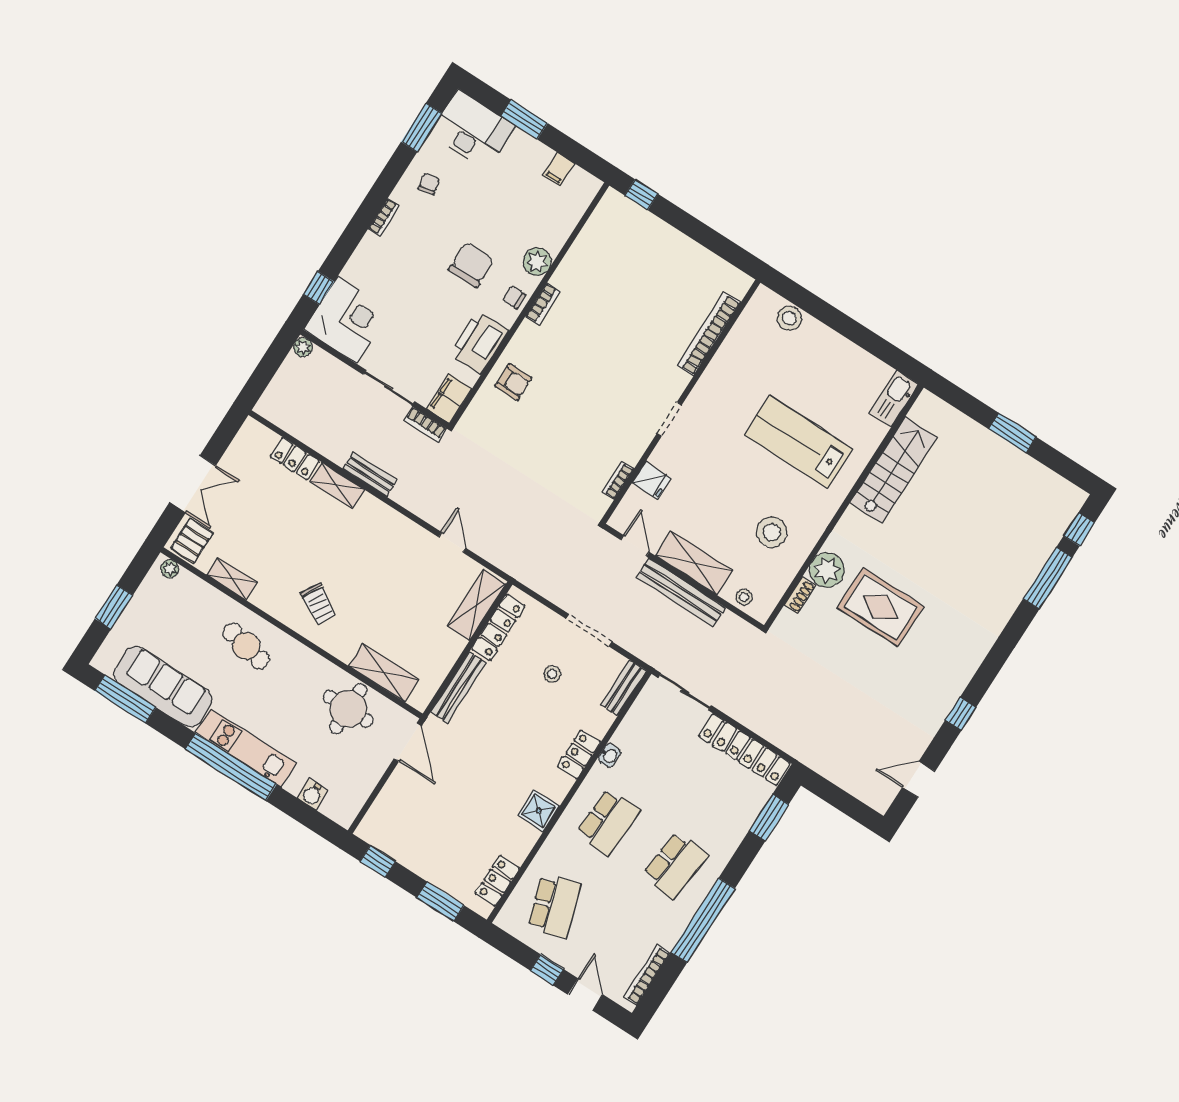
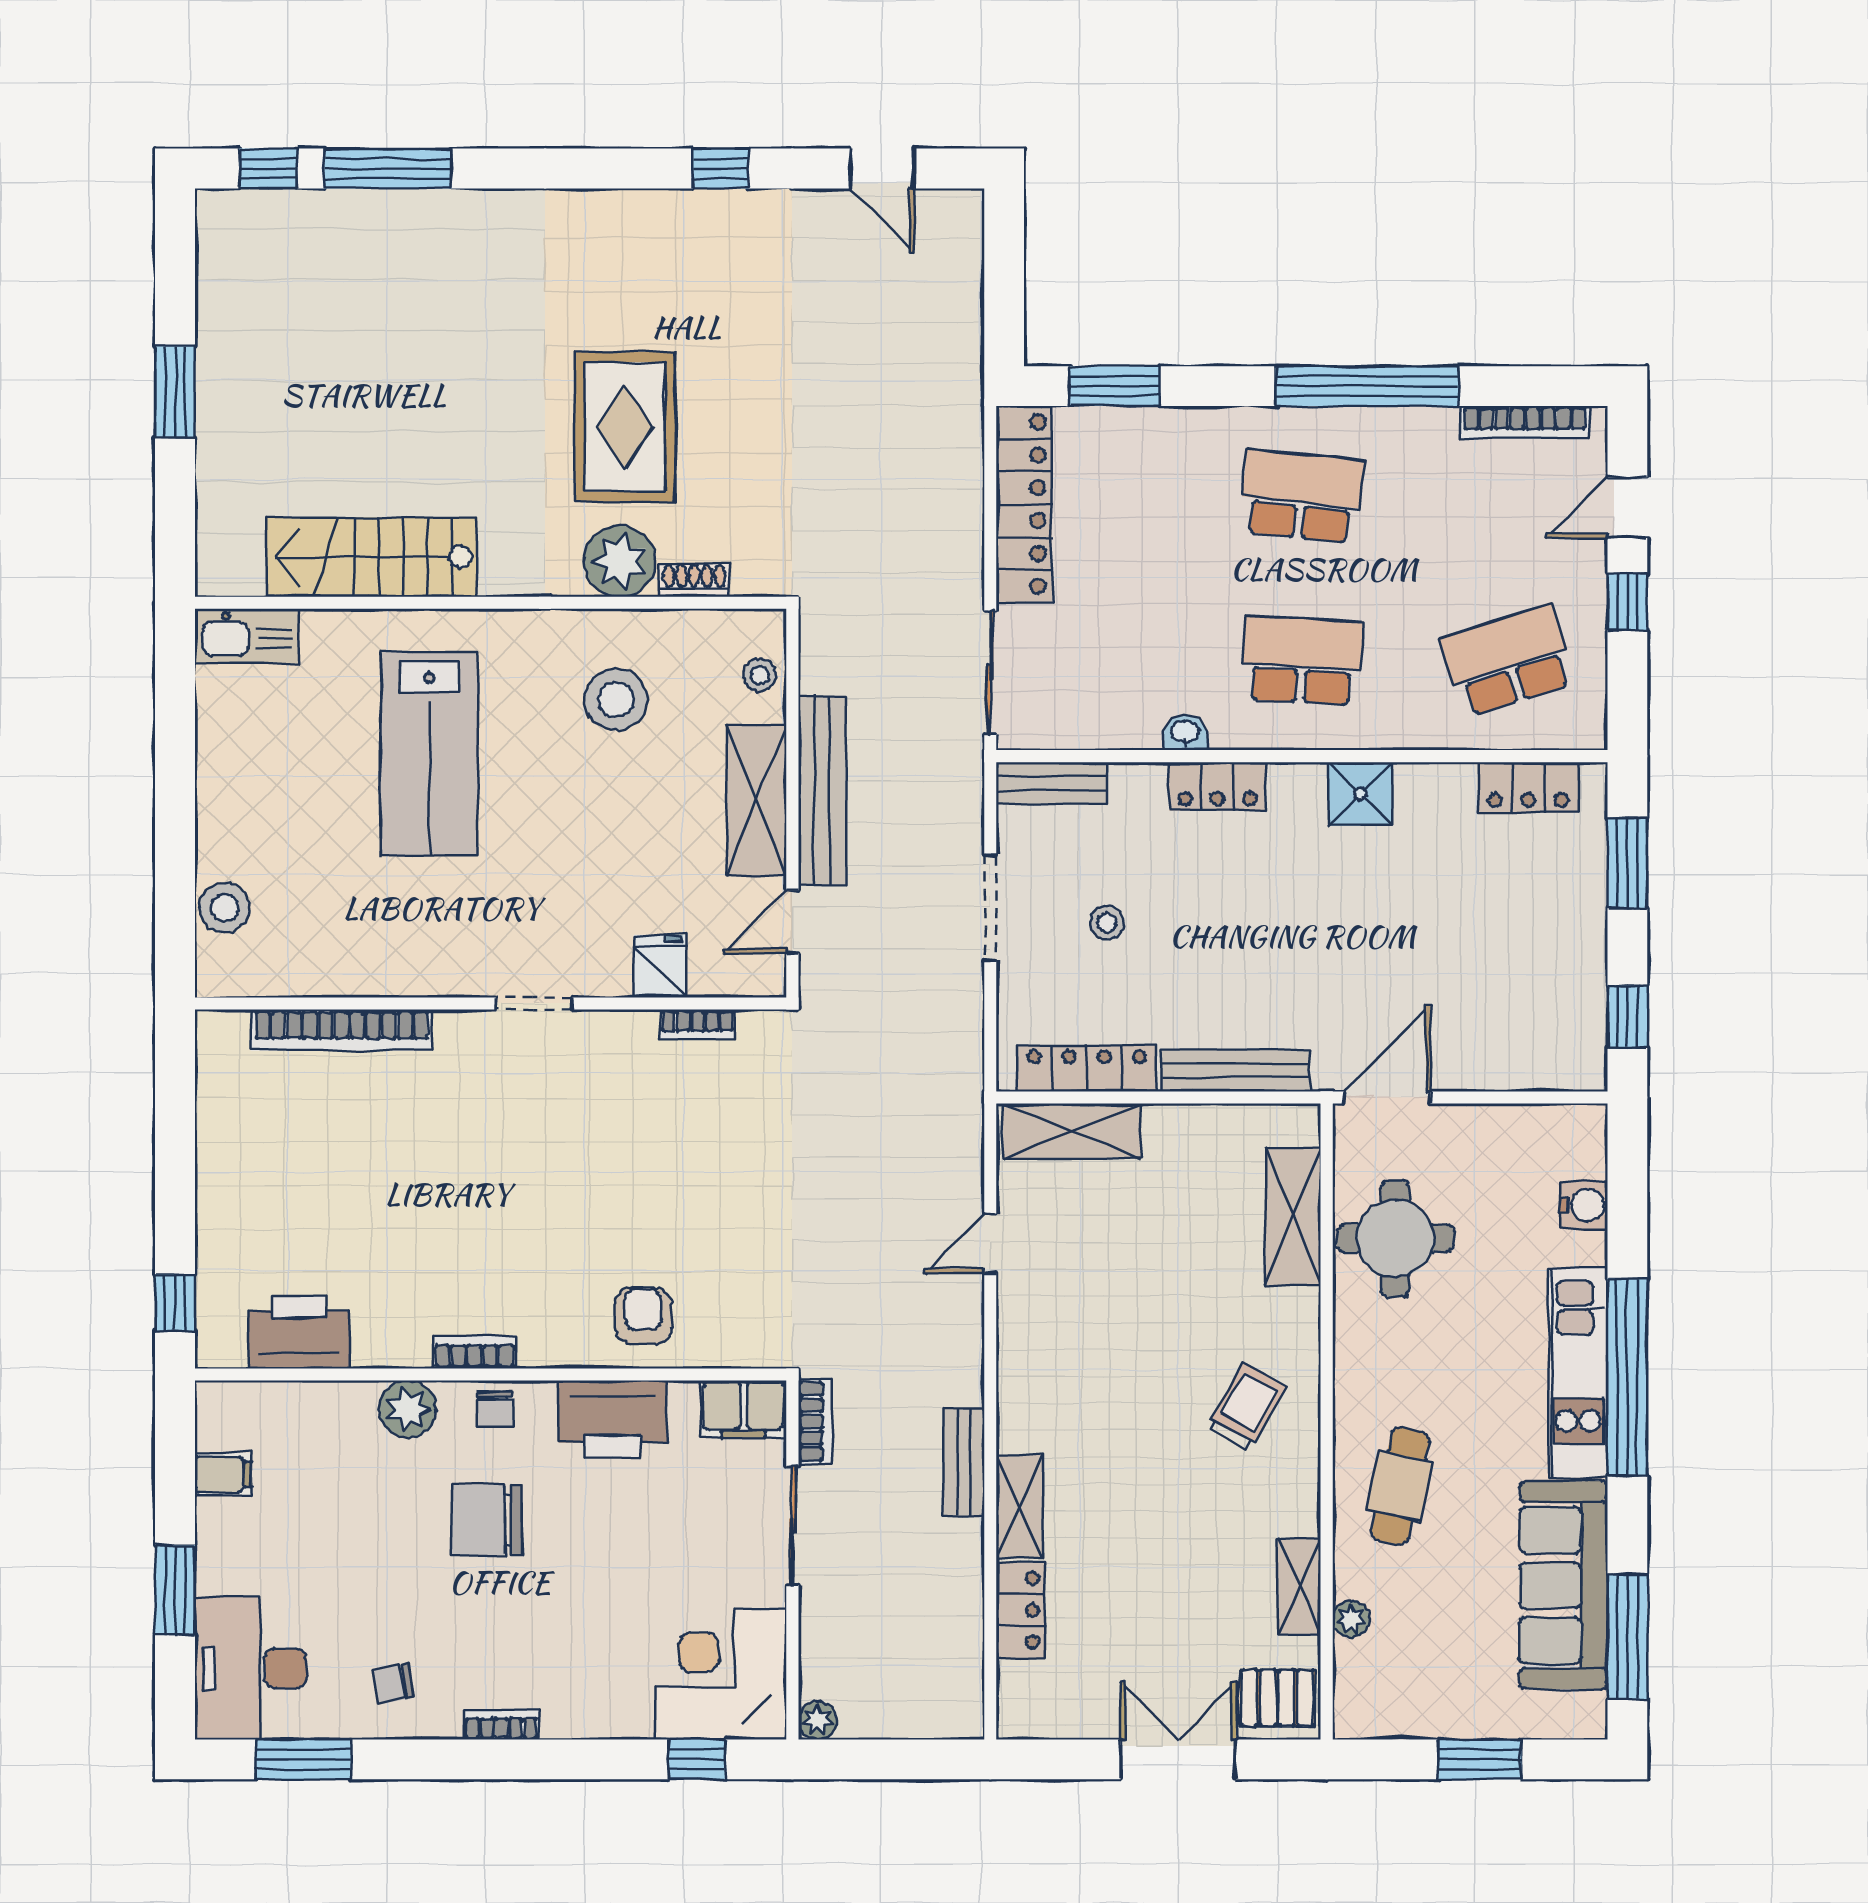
printer: (597, 237) -> (299, 1332), added
plant: (170, 569) -> (1351, 1619), moved

